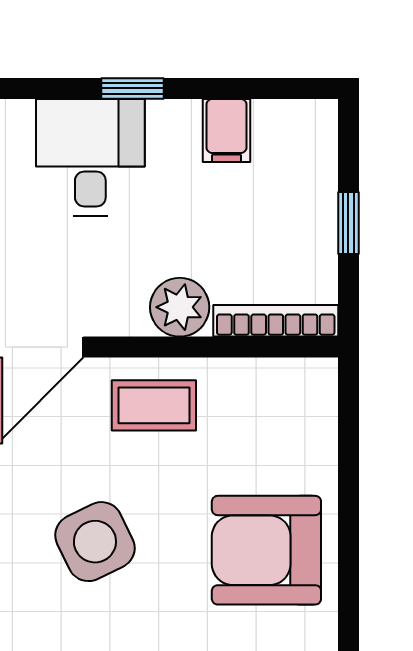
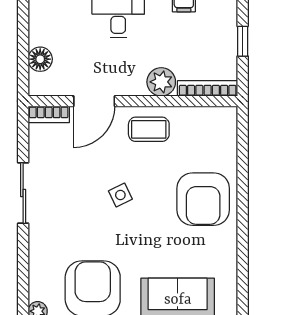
side table: (95, 542) -> (120, 195), width x0.54, depth x0.54
armchair: (266, 550) -> (203, 199), turned -90

